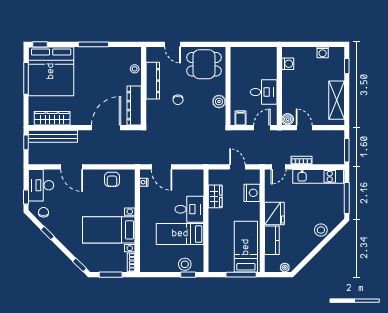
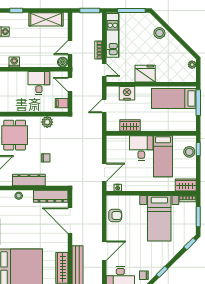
kitchen counter: (272, 240) -> (168, 76), removed
wardrobe: (147, 260) -> (186, 185), added

